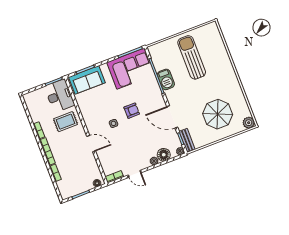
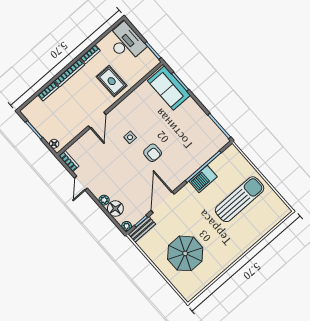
corner sofa: (131, 69) -> (201, 134), removed
desk: (60, 96) -> (126, 42), moved, turned -90
plant: (249, 123) -> (189, 293), removed

